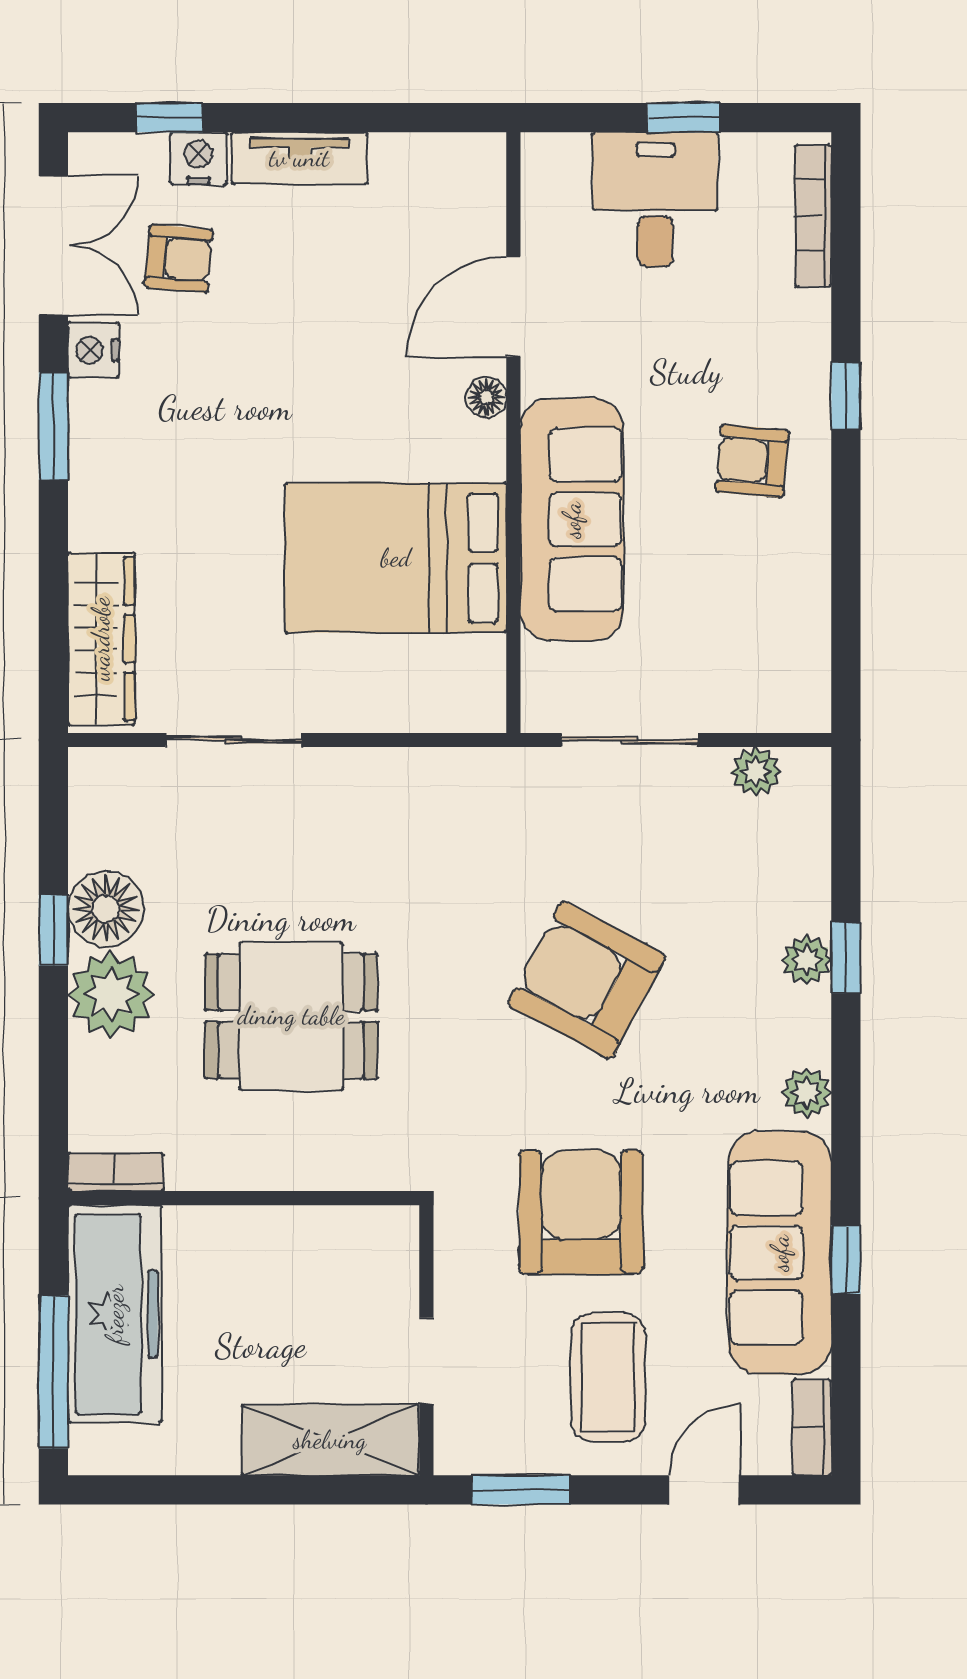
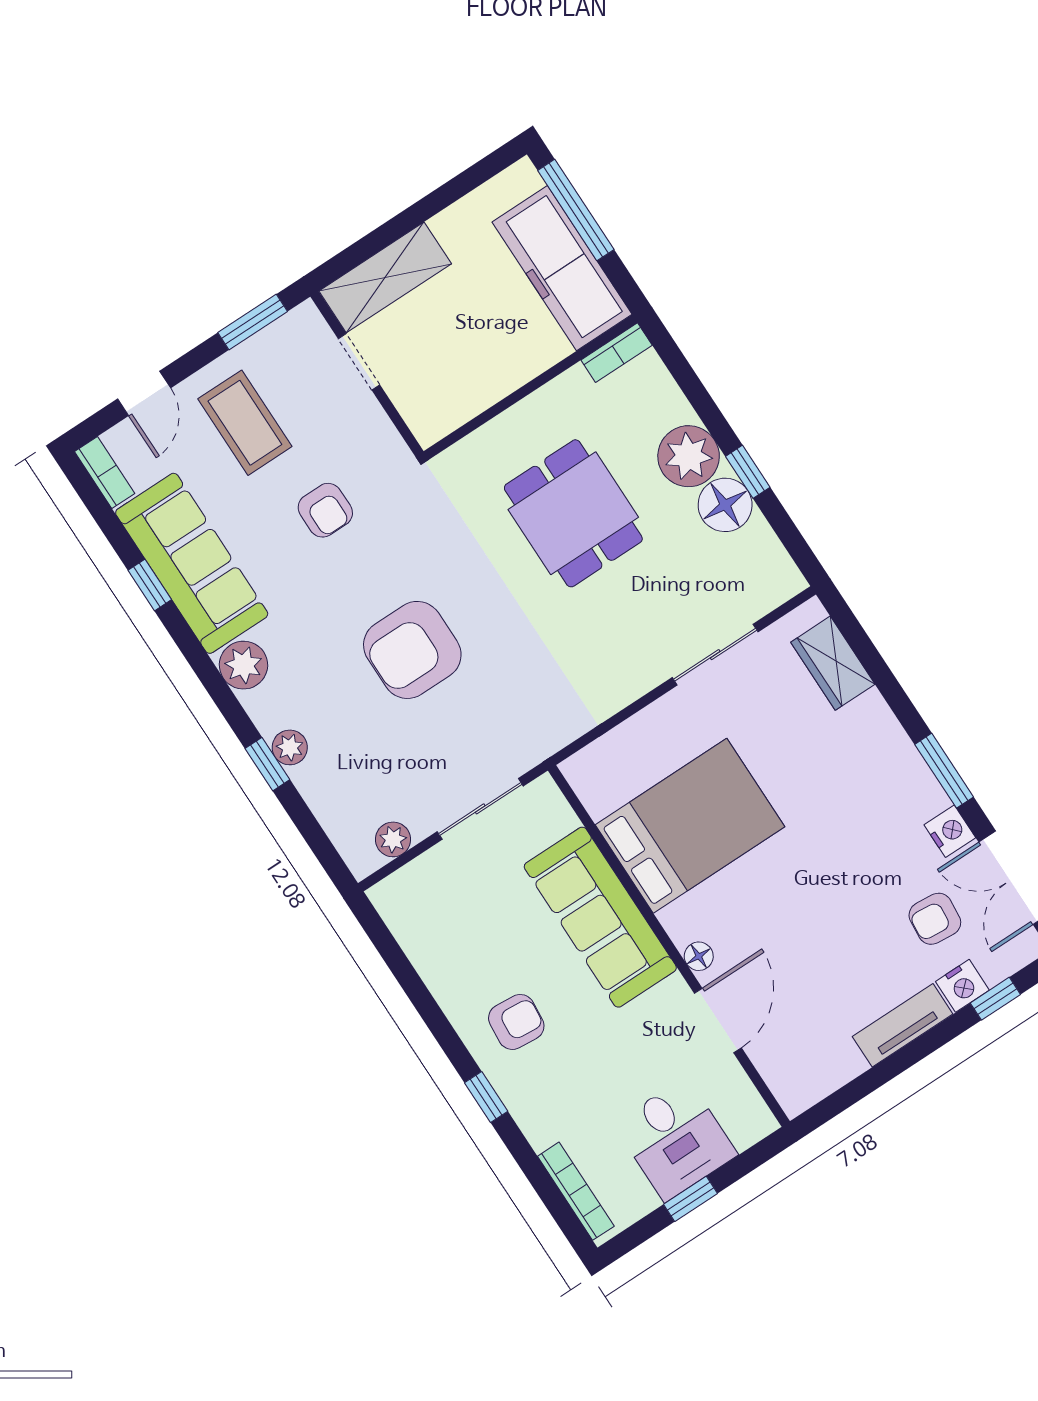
wardrobe: (101, 639) -> (833, 663), width x0.67
armchair: (587, 980) -> (412, 650), turned 152
dining table: (291, 1016) -> (573, 513), turned 90
plant: (807, 1093) -> (243, 665), width x1.38, depth x1.38
armchair: (581, 1212) -> (325, 510), width x0.53, depth x0.53

